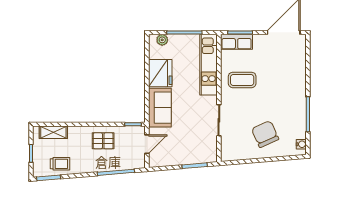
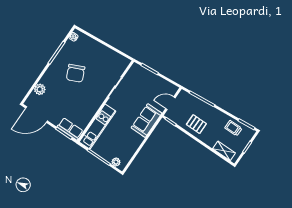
plant: (299, 62) -> (40, 89), added
fridge: (160, 73) -> (132, 142), removed
coffee table: (242, 80) -> (83, 102), removed
chair: (265, 134) -> (76, 73), moved

